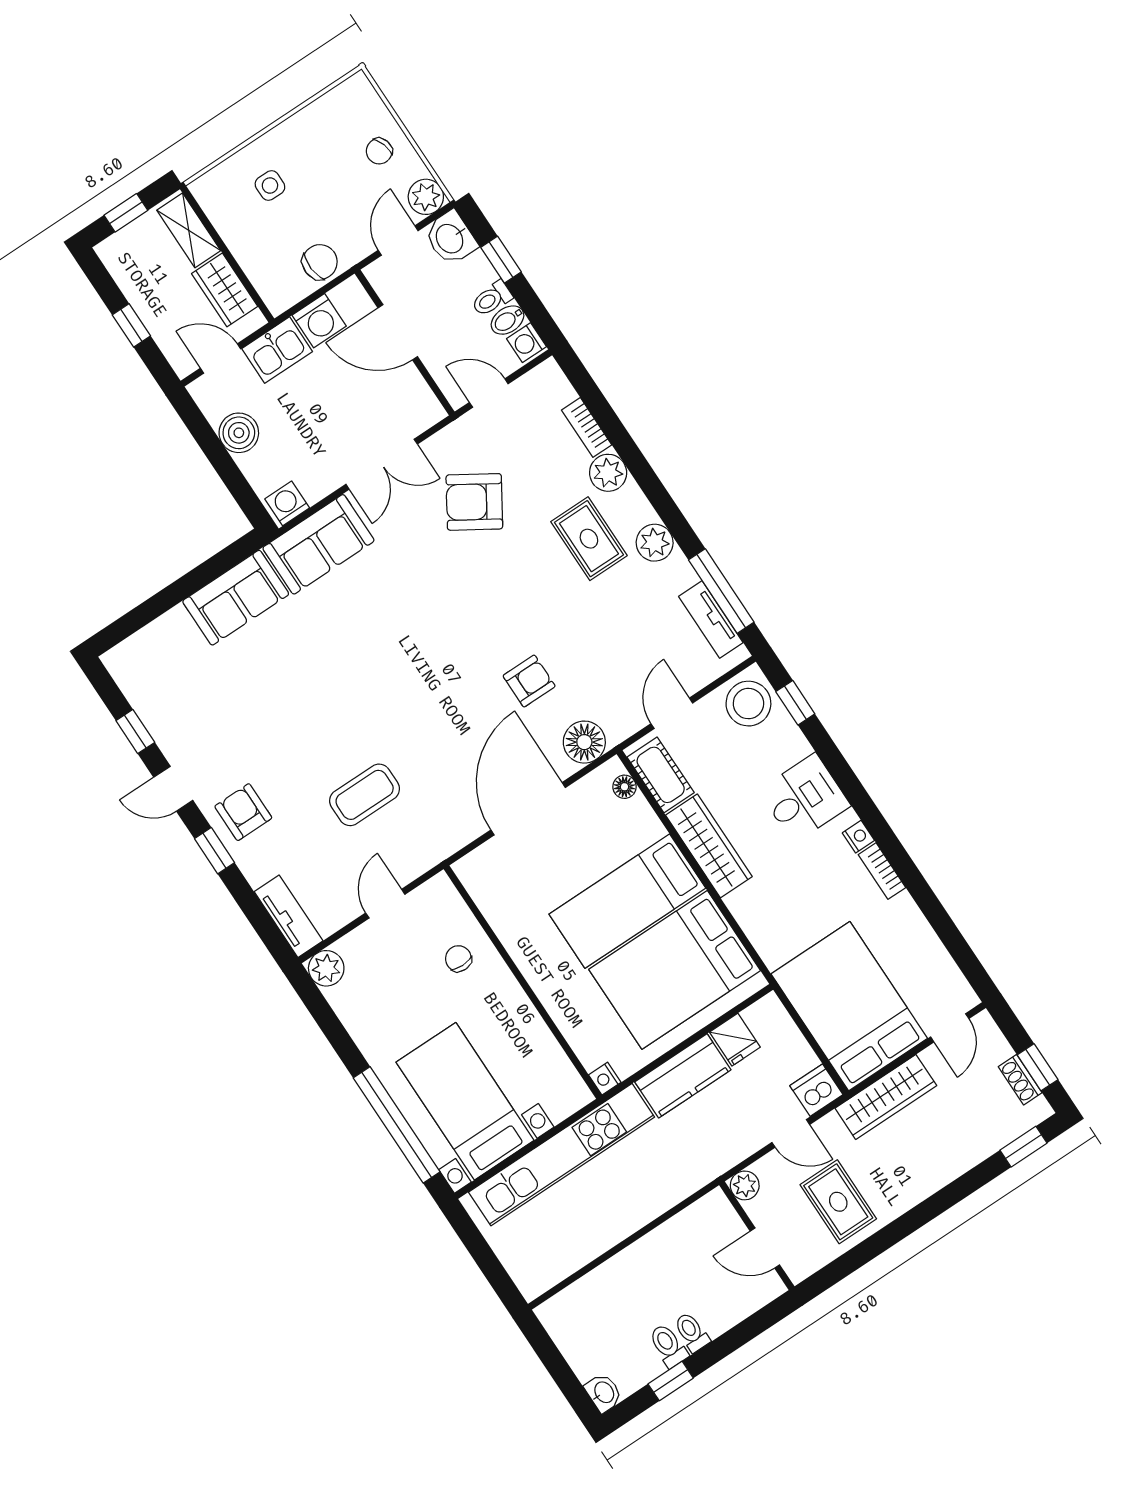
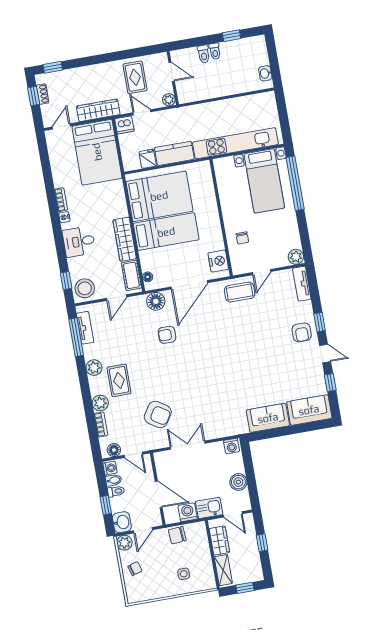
floor lamp: (535, 385) -> (114, 450), added
sofa: (318, 544) -> (309, 410), moved
coffee table: (365, 795) -> (240, 292), moved
nightstand: (605, 1079) -> (218, 261), moved, width x1.89, depth x1.79
toilet: (668, 1346) -> (204, 54), moved
washbasin: (604, 1393) -> (265, 73), moved

